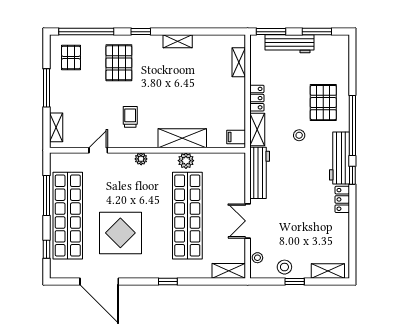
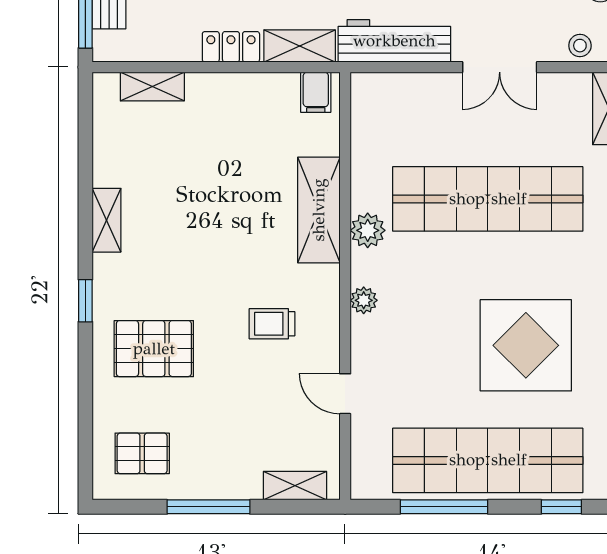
window: (86, 32) -> (85, 420), removed
plant: (186, 161) -> (368, 230), moved

